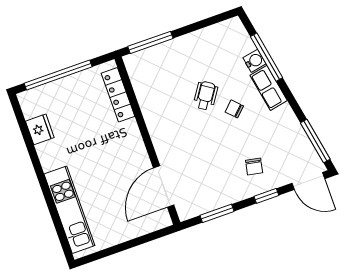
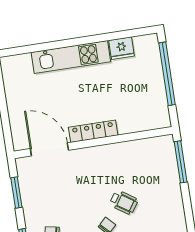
locker: (118, 95) -> (93, 131), moved
kitchen unit: (69, 210) -> (71, 57), moved

